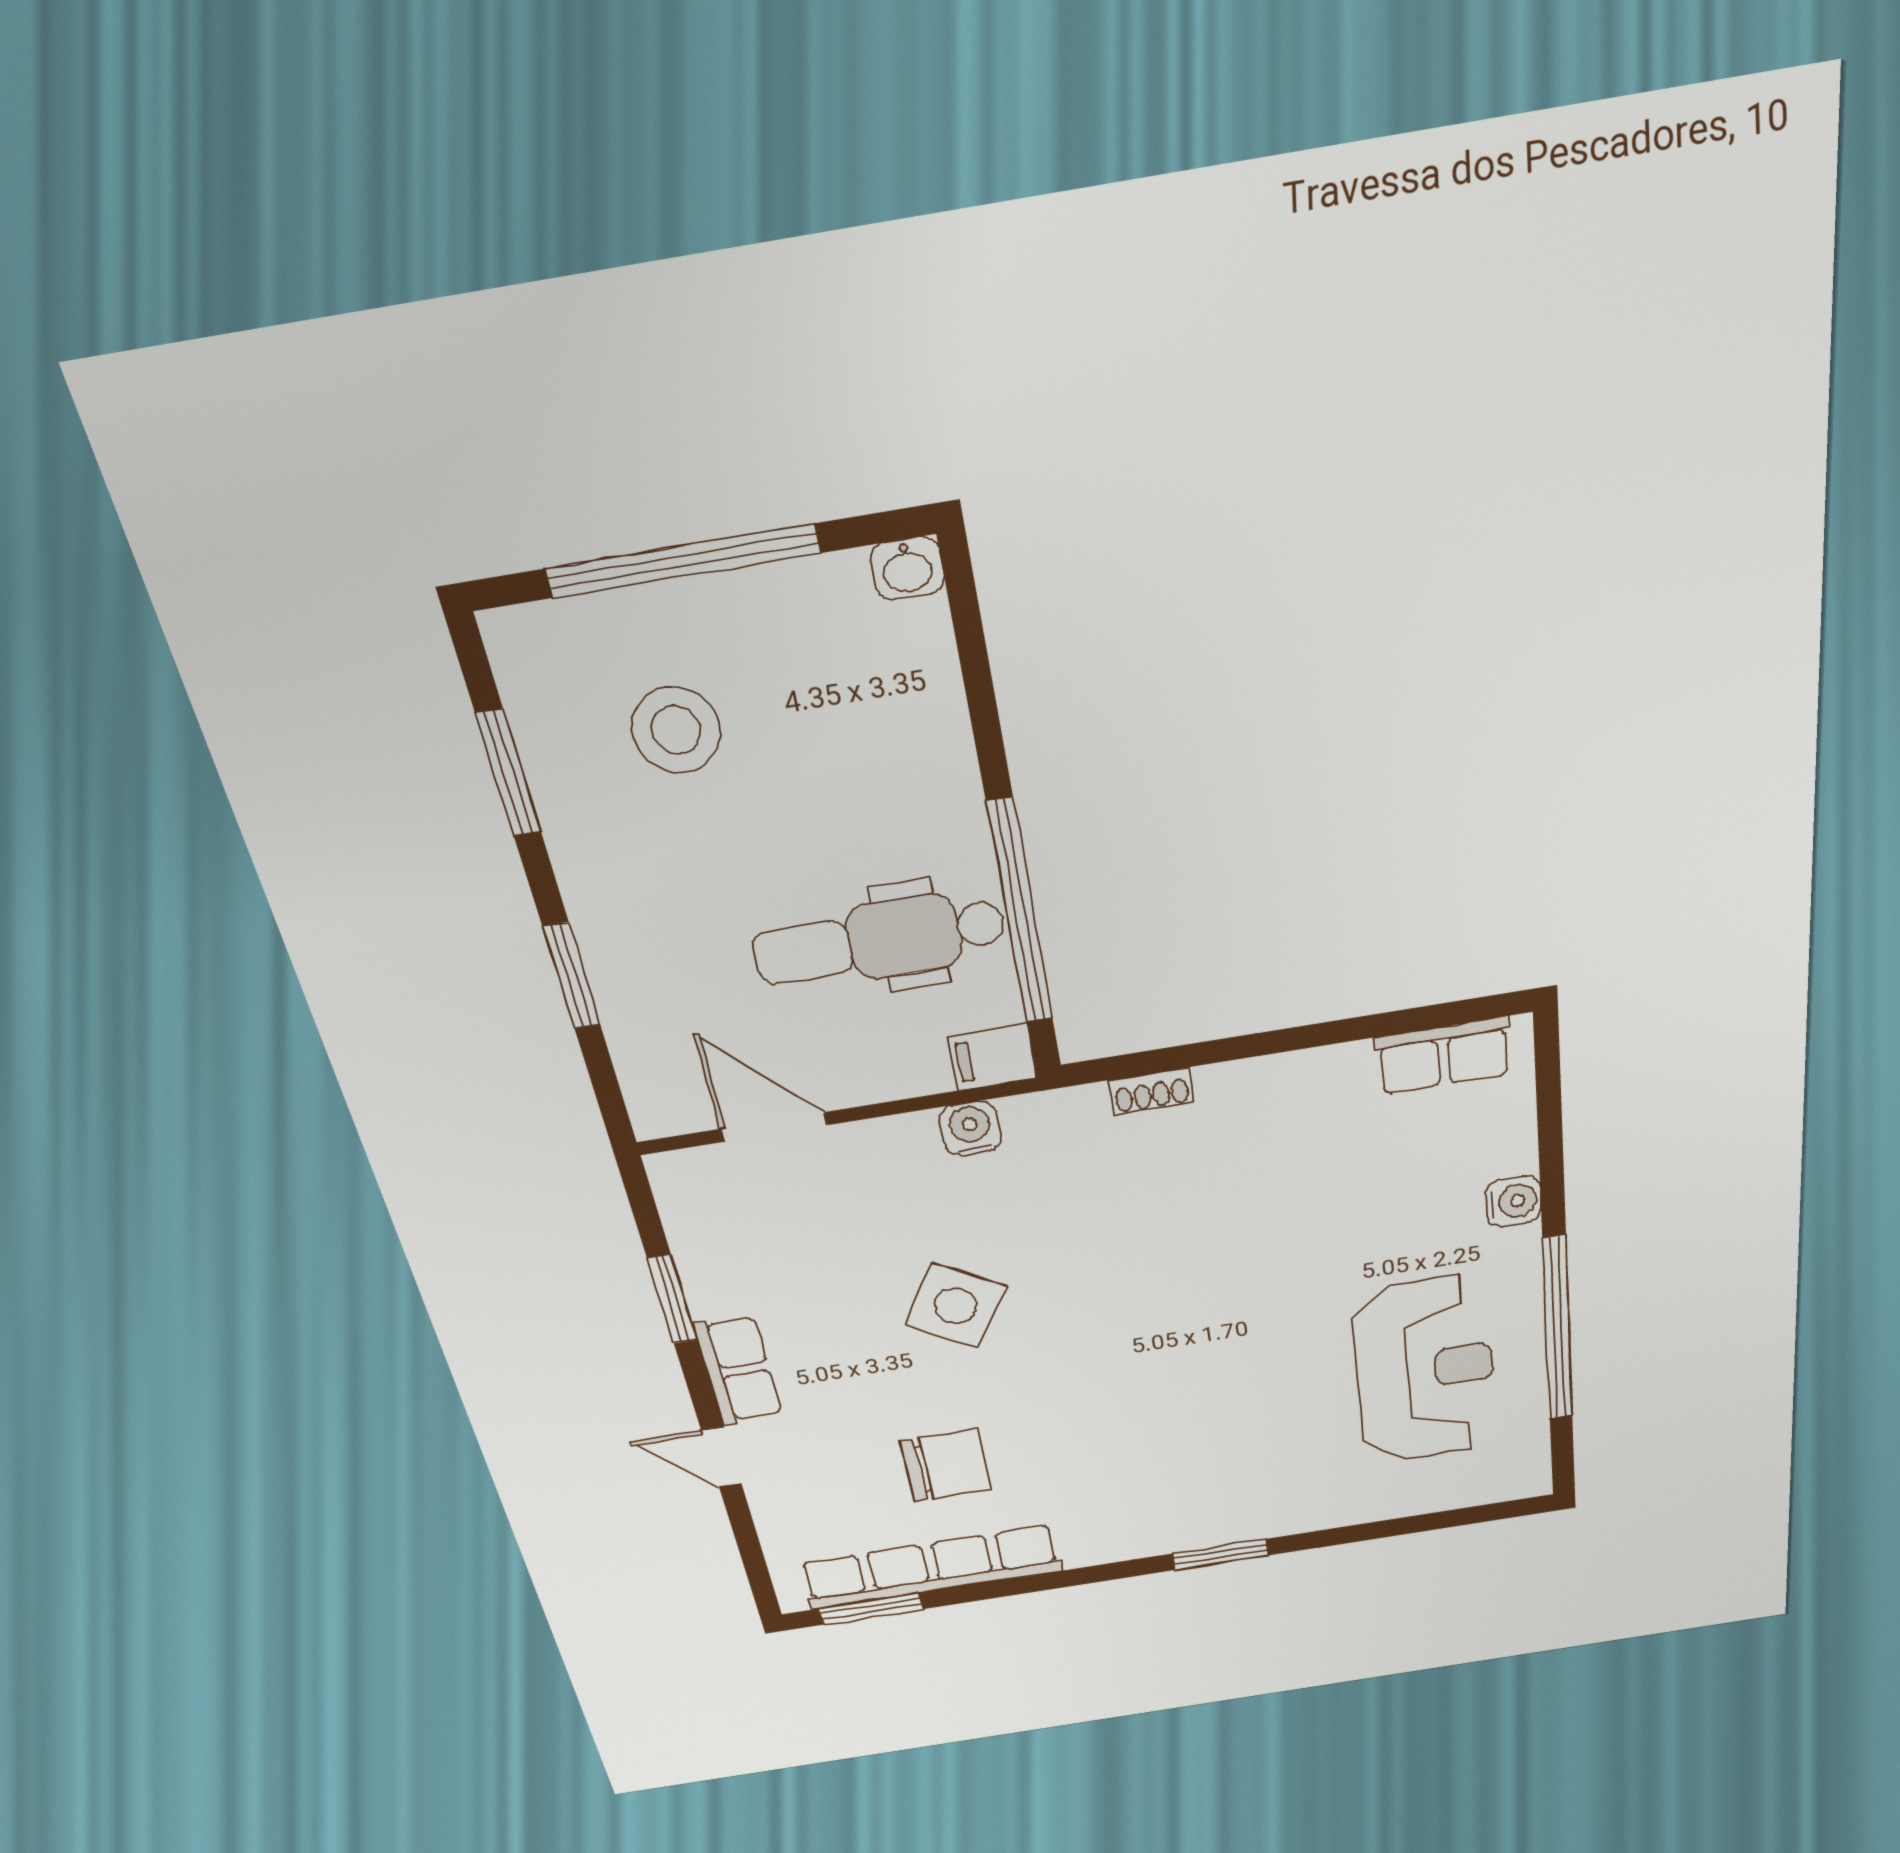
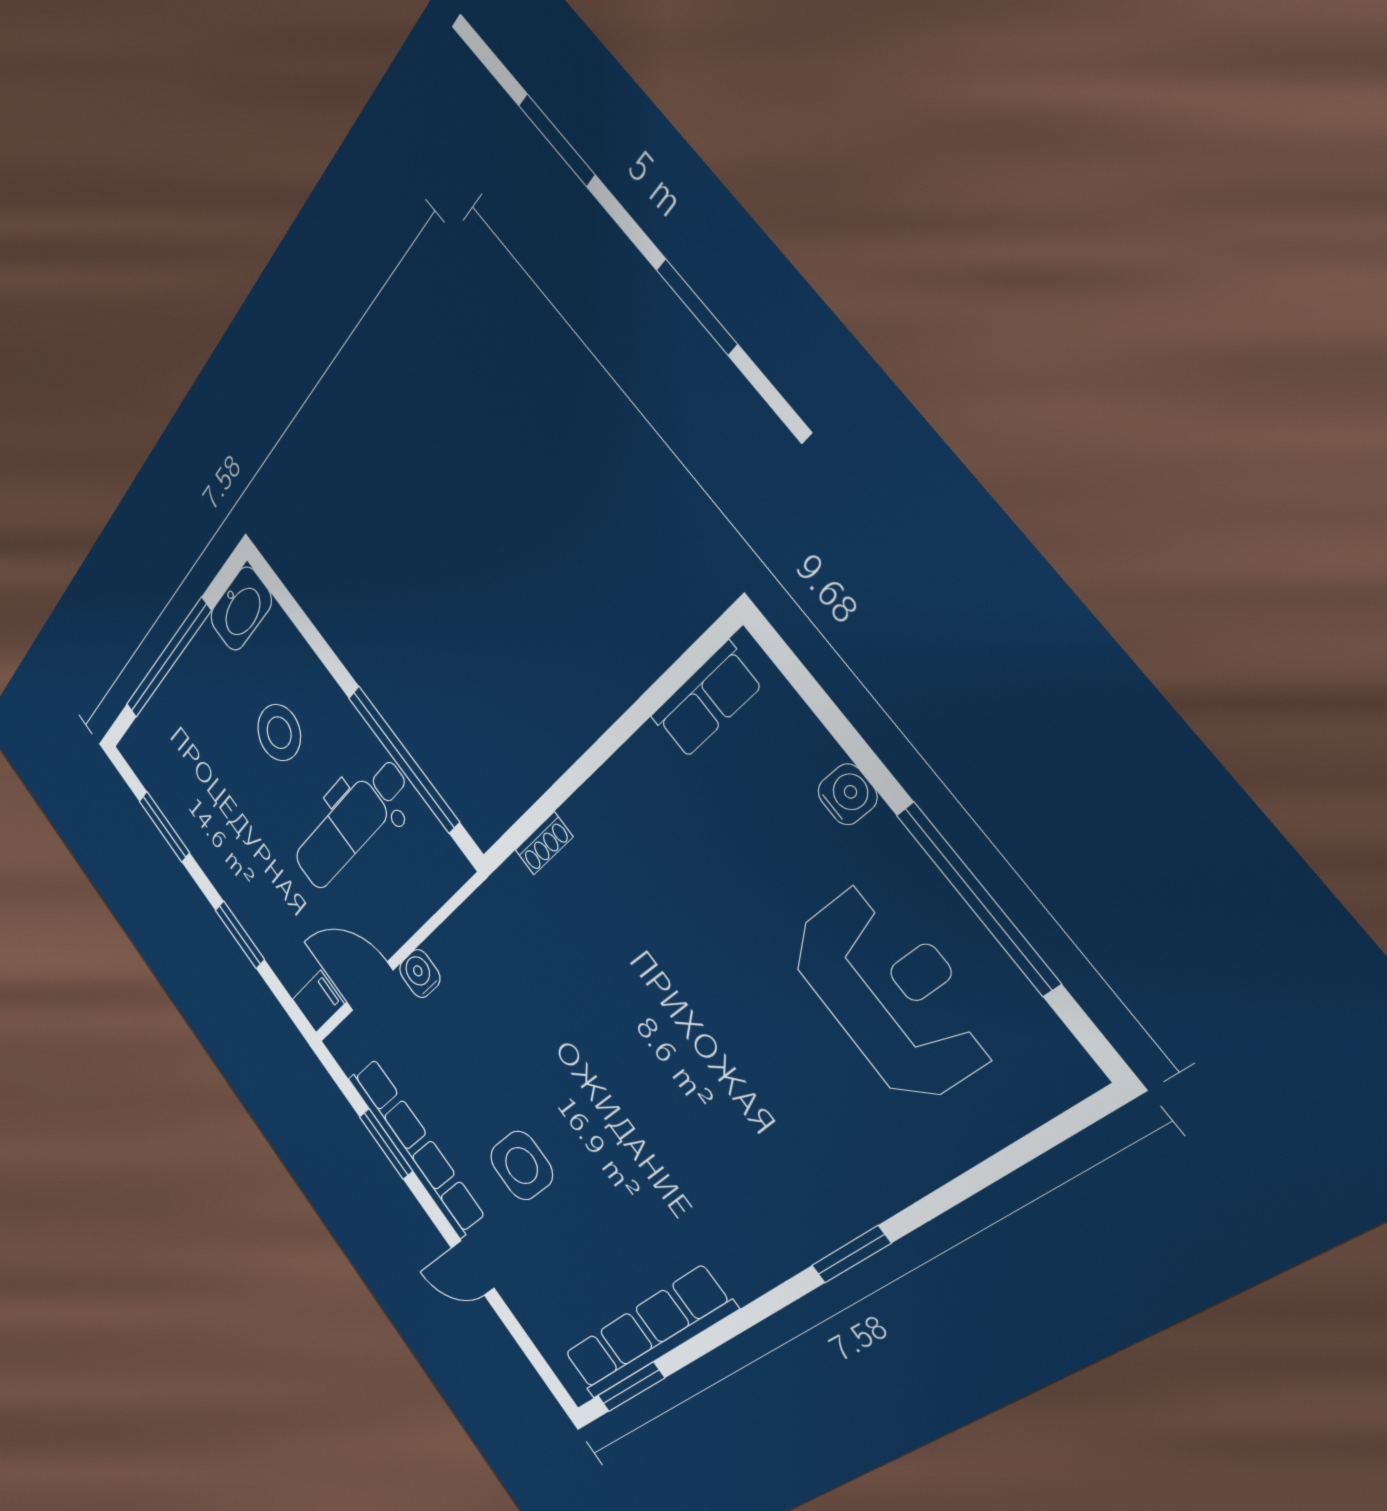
washbasin: (907, 568) -> (241, 609), width x1.91, depth x1.45
stool: (676, 730) -> (279, 733), moved
filing cabinet: (993, 1058) -> (318, 1002), moved, turned 180
water cooler: (970, 1128) -> (420, 974), moved
side table: (956, 1306) -> (522, 1166), moved, turned -31
row of seats: (738, 1370) -> (416, 1147), width x2.02
chair: (946, 1465) -> (604, 1228), removed

